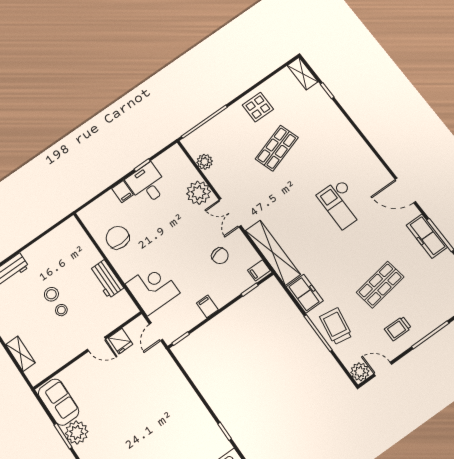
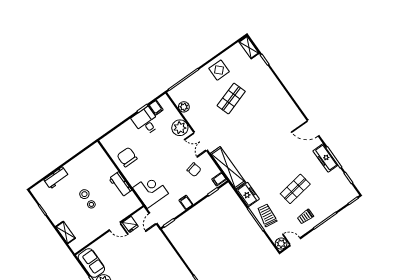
filing cabinet: (123, 192) -> (156, 108), moved
checkout: (342, 204) -> (272, 136), removed

